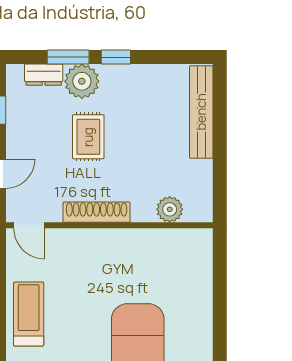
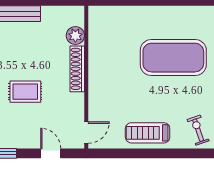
shoe rack: (97, 212) -> (77, 69), moved

